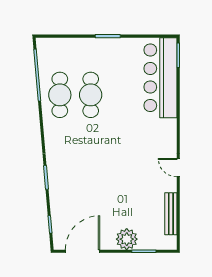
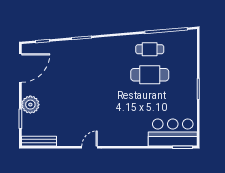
bar counter: (160, 78) -> (173, 132), width x0.73
cafe table: (60, 95) -> (150, 49), width x0.73, depth x0.74
bench: (171, 214) -> (39, 141), moved
door: (83, 251) -> (20, 68), hinge flipped

